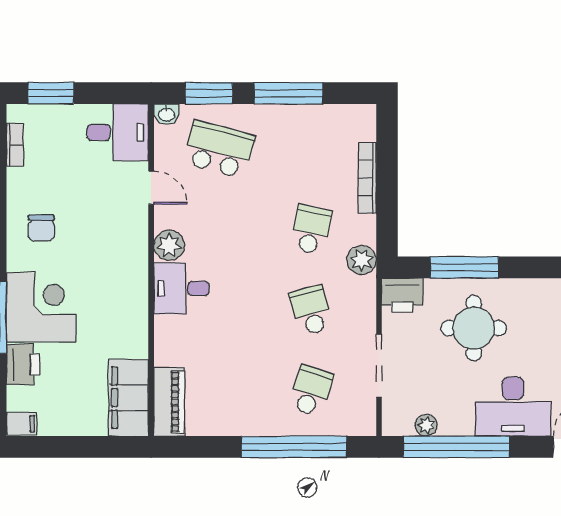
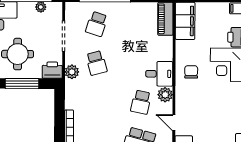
chair: (41, 228) -> (191, 72), moved
school desk: (311, 230) -> (141, 102), moved
plant: (362, 260) -> (72, 72), moved

